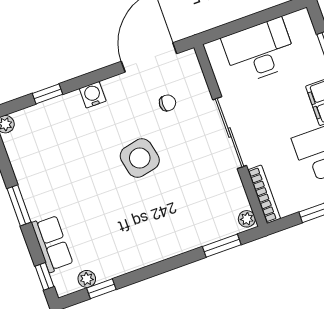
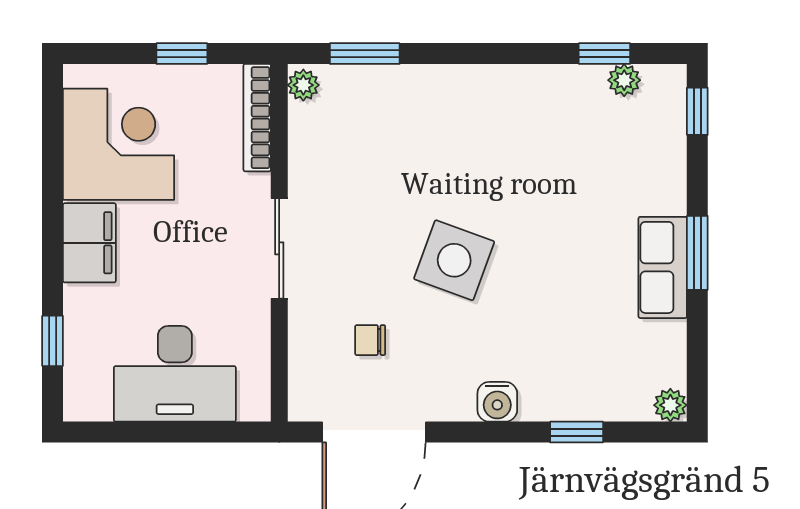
sliding door: (230, 133) -> (279, 248), width x0.73
side table: (140, 158) -> (454, 260), turned 32
row of seats: (52, 244) -> (663, 267), moved

